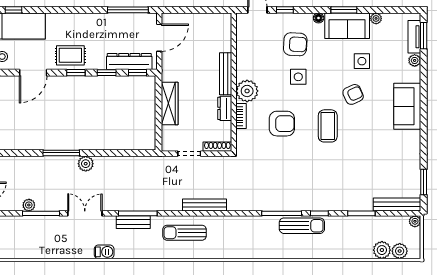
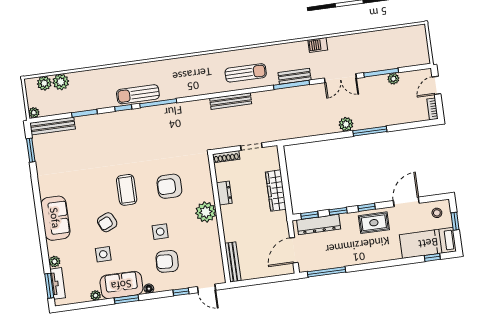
bench: (226, 74) -> (233, 262), moved
bookcase: (241, 116) -> (208, 188), removed

